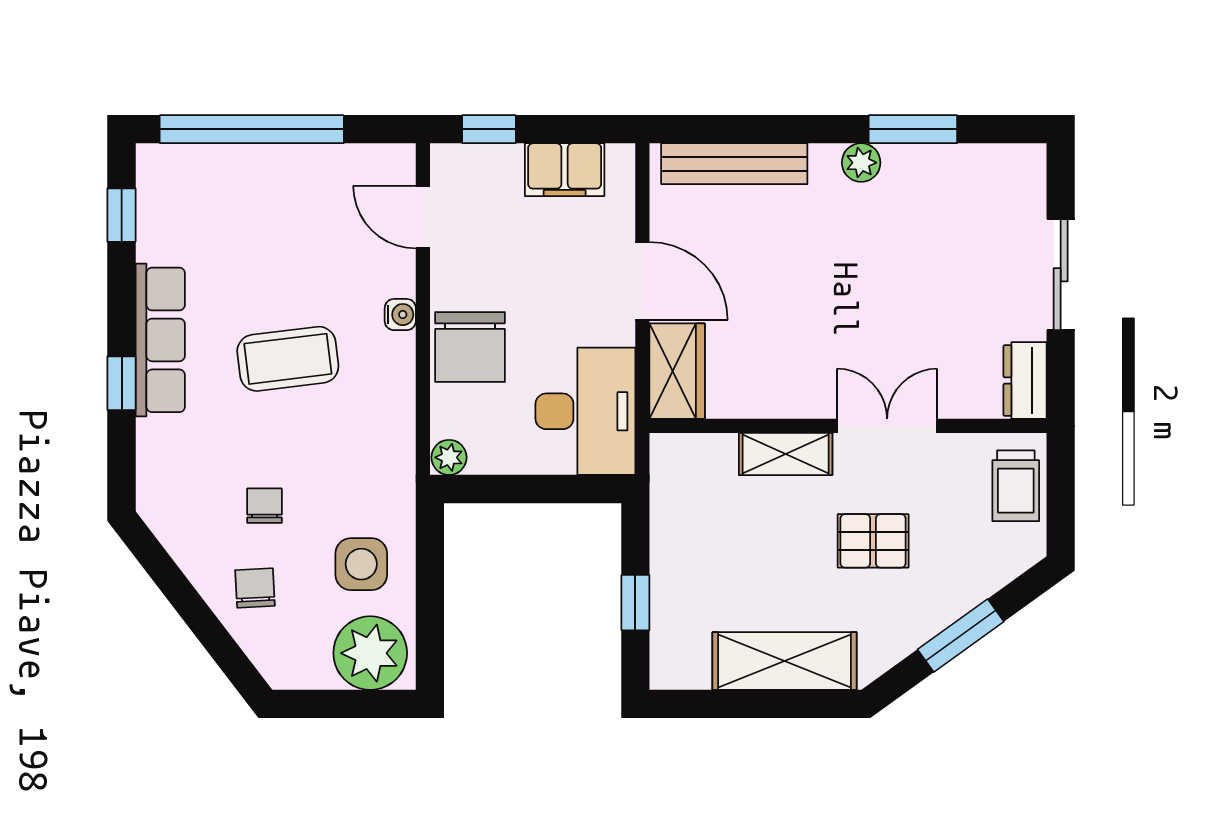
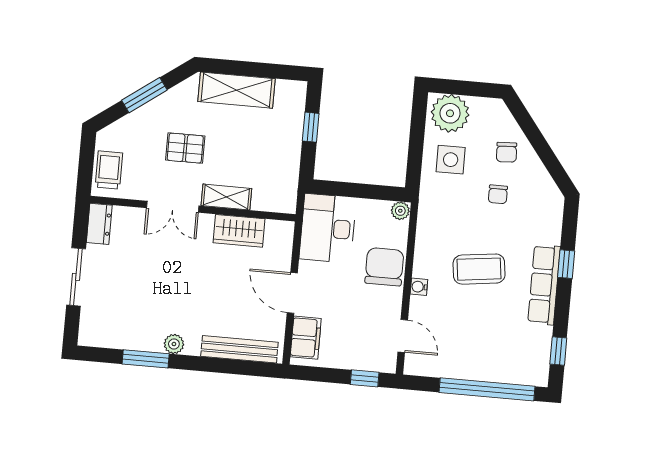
filing cabinet: (565, 170) -> (306, 338), moved, turned 90
wardrobe: (677, 371) -> (239, 231), moved, turned -90

